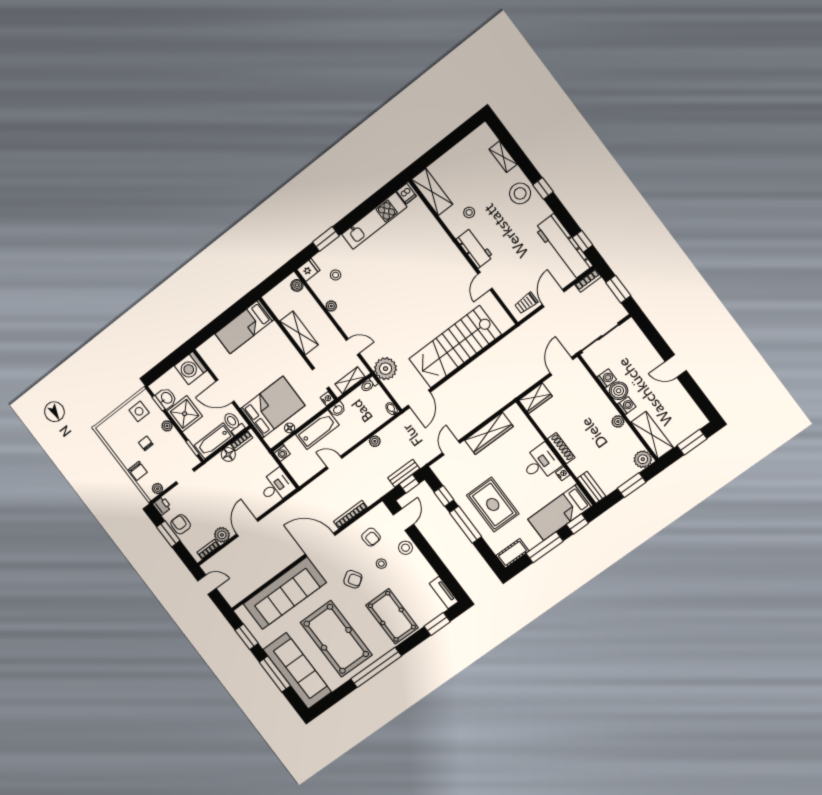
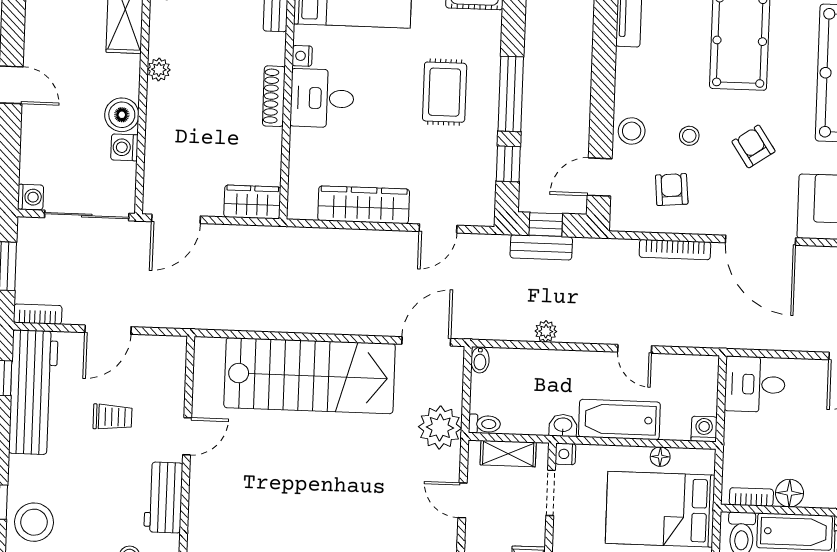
trolley: (526, 303) -> (113, 417), moved
washing machine: (627, 406) -> (31, 197), moved, turned 180
rug: (493, 504) -> (445, 92), width x0.73, depth x0.70

